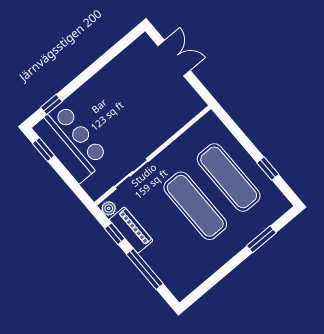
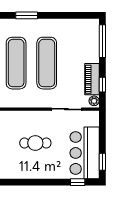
cafe table: (134, 108) -> (35, 143), added
window: (145, 269) -> (102, 41), moved

